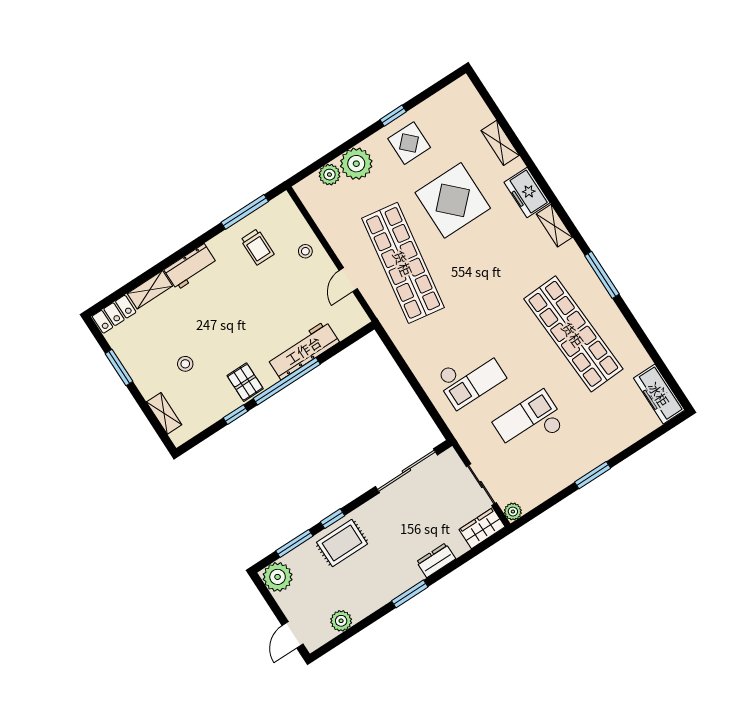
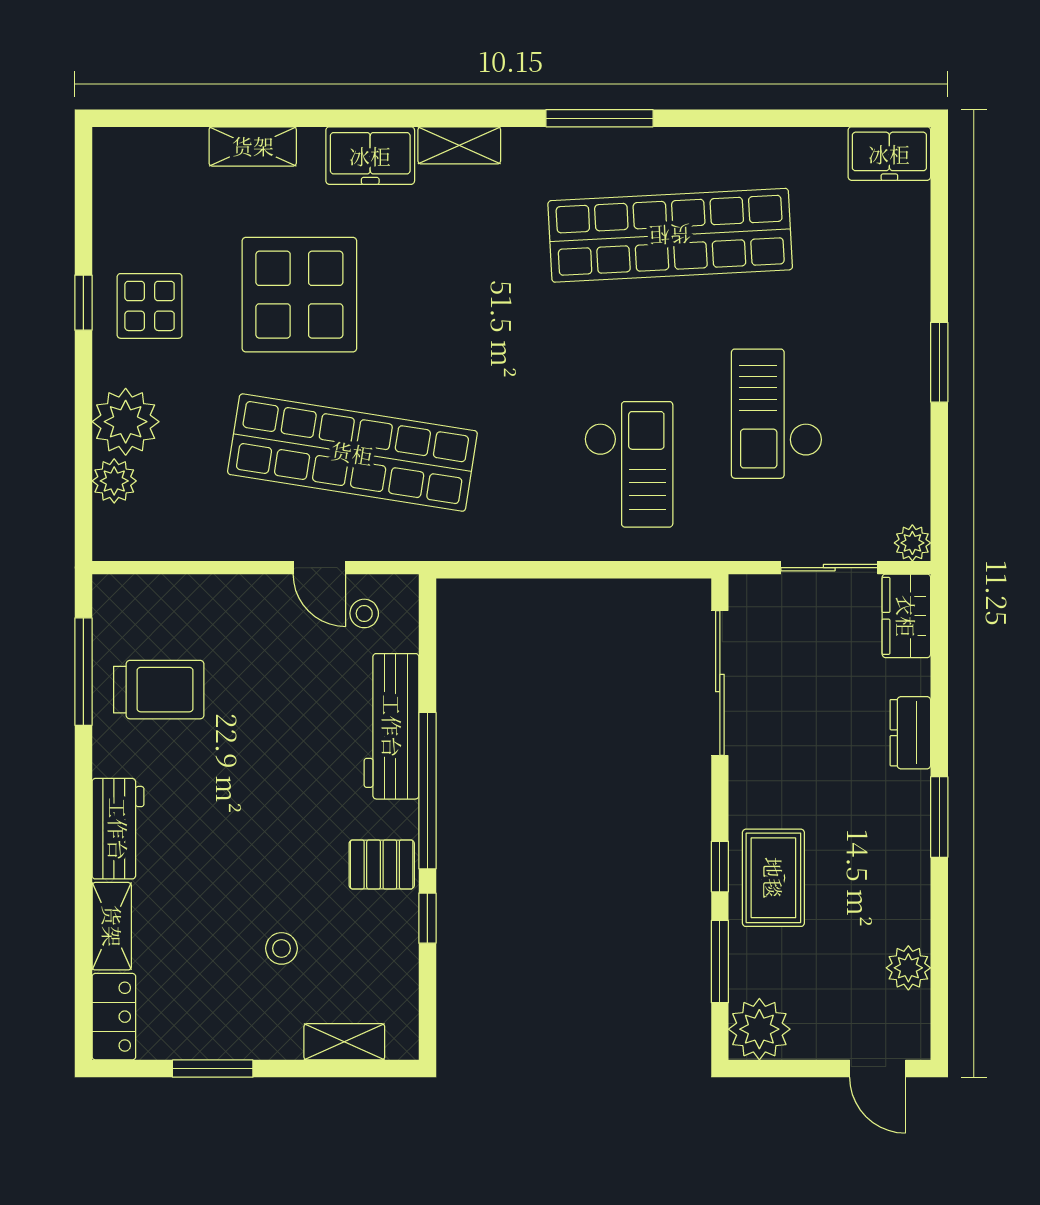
trolley: (257, 247) -> (159, 690), width x1.36, depth x1.39
stool: (305, 251) -> (364, 613), moved
freezer: (659, 394) -> (889, 154), width x0.71

